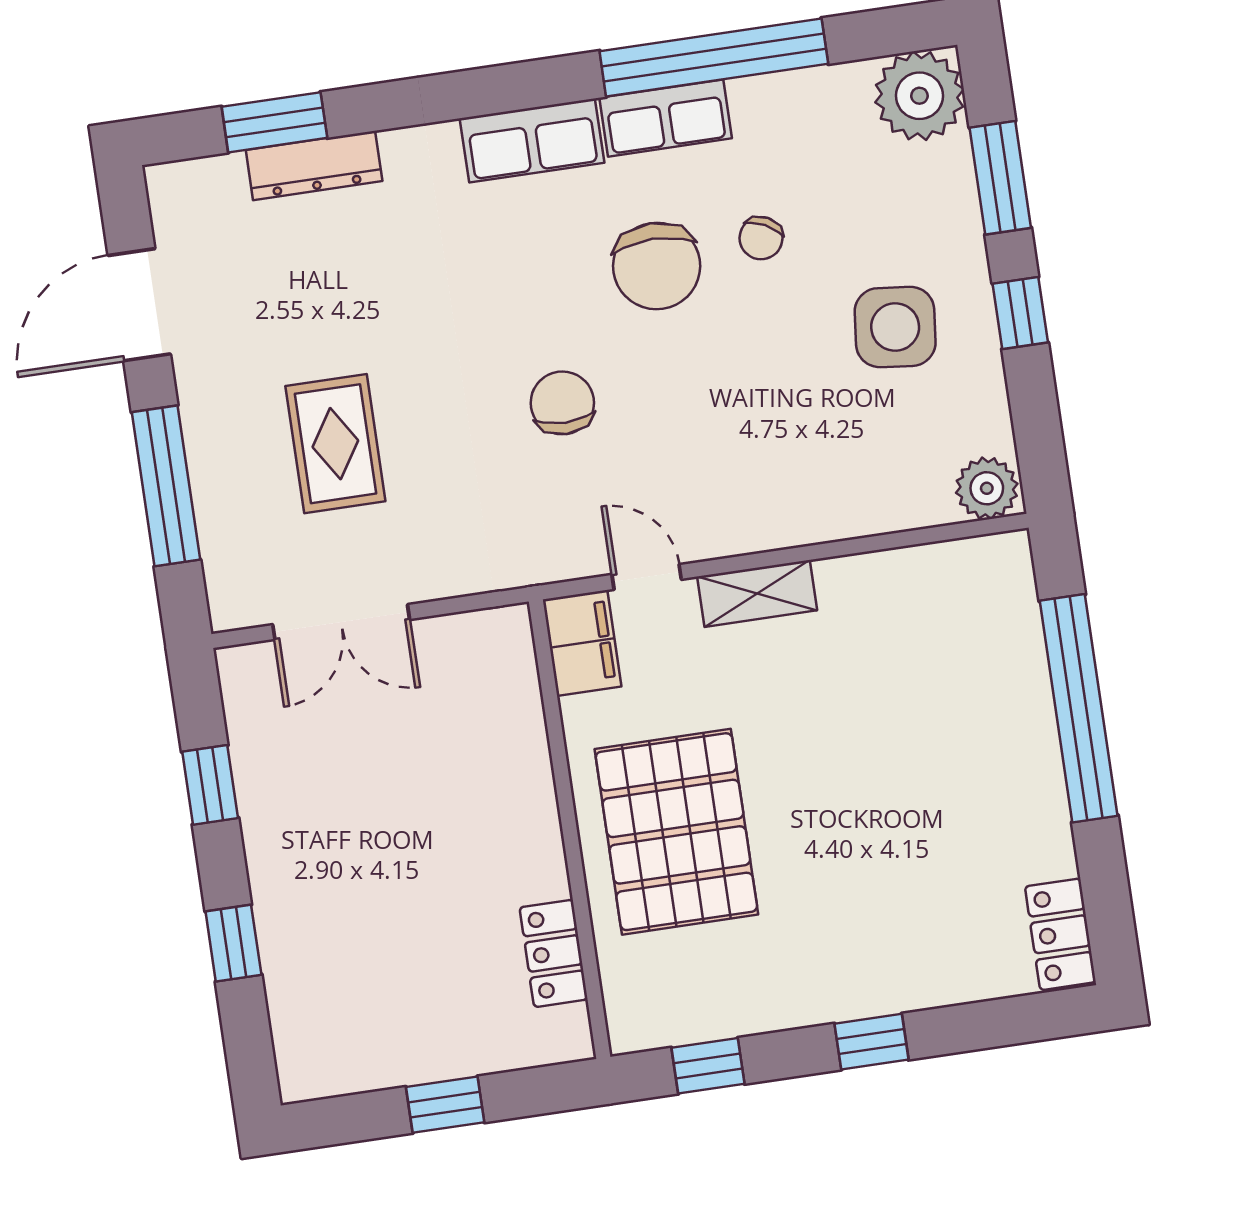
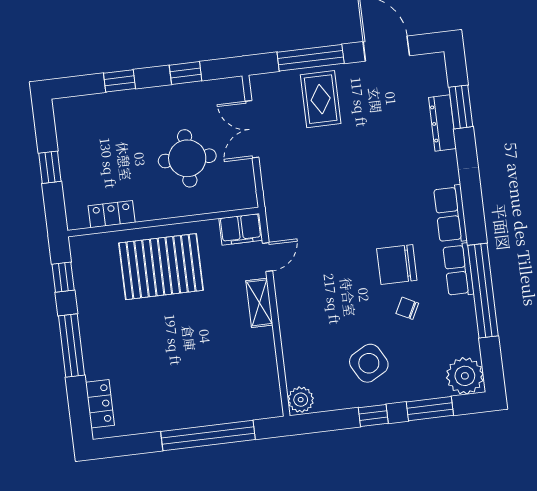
side table: (895, 327) -> (369, 363), turned -35
chair: (562, 403) -> (341, 224), removed
rug: (335, 444) -> (321, 99), moved, turned 90
round table: (415, 776) -> (187, 158), added
locker: (1060, 934) -> (100, 404), moved, turned 90
window: (871, 1042) -> (71, 346), width x2.17

